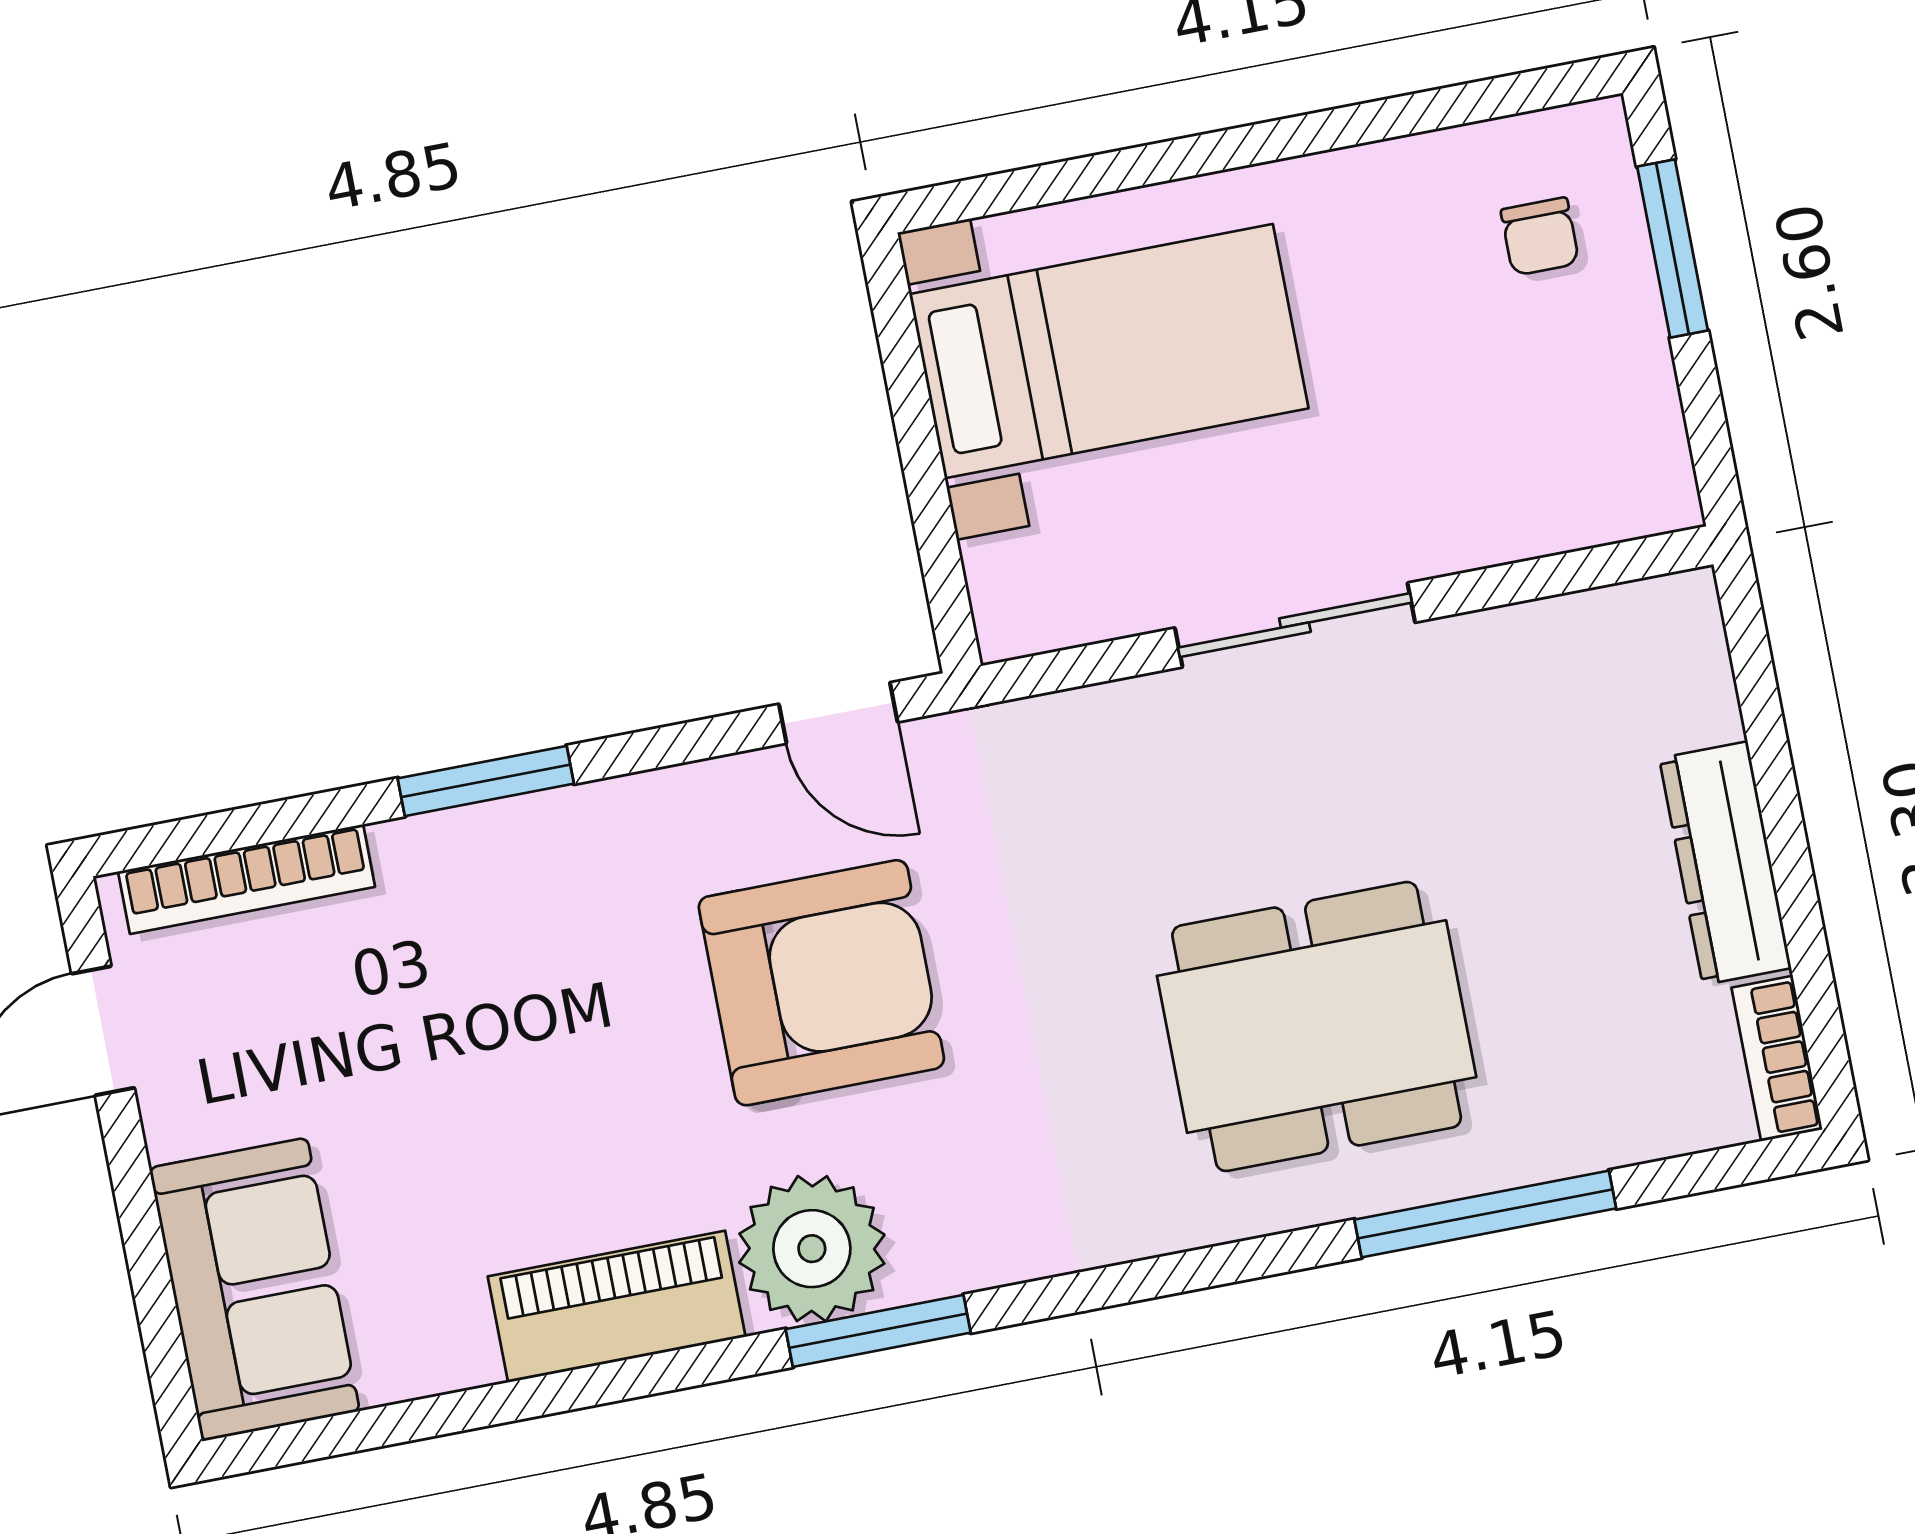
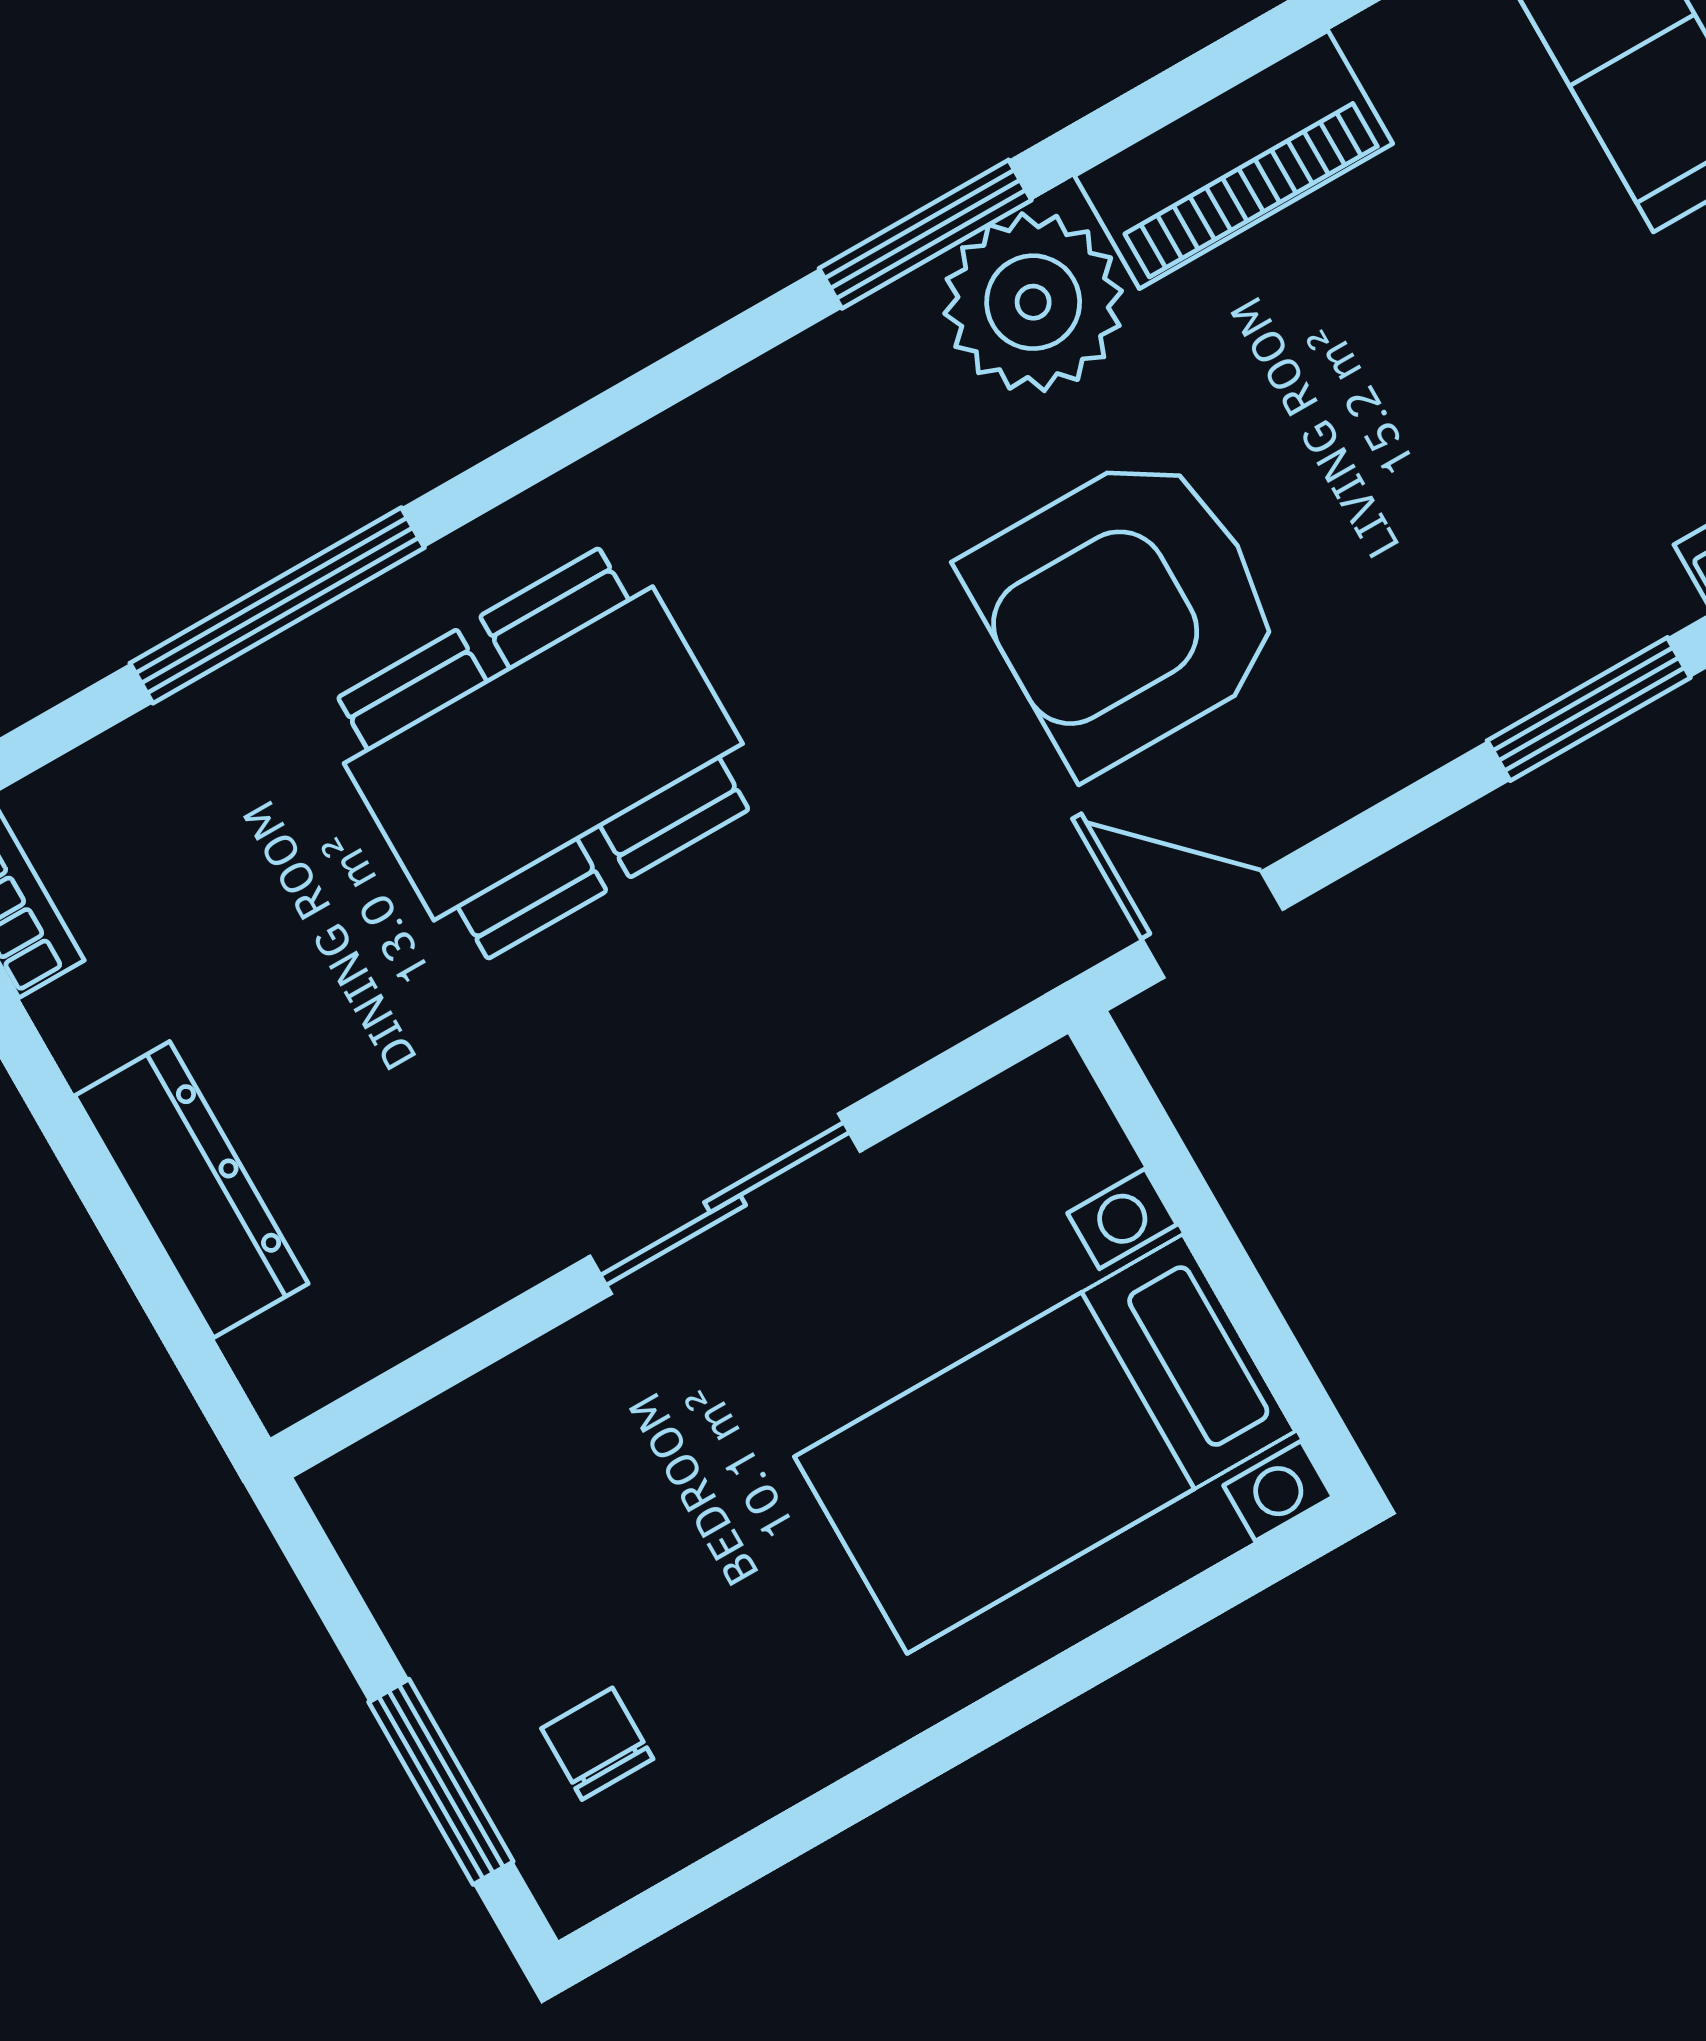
dresser: (1725, 863) -> (192, 1190), moved

